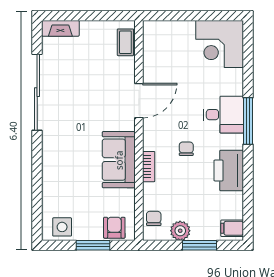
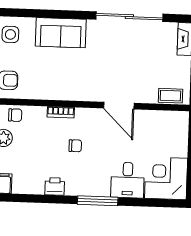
desk: (223, 115) -> (128, 180), moved
sofa: (119, 160) -> (61, 33), moved, turned 180
printer: (229, 171) -> (55, 186), width x0.53, depth x0.68

